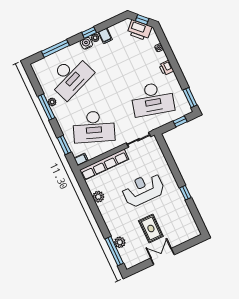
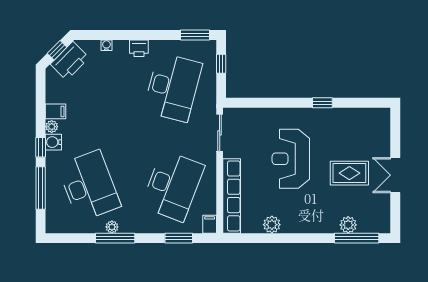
window: (89, 33) -> (41, 147), moved

